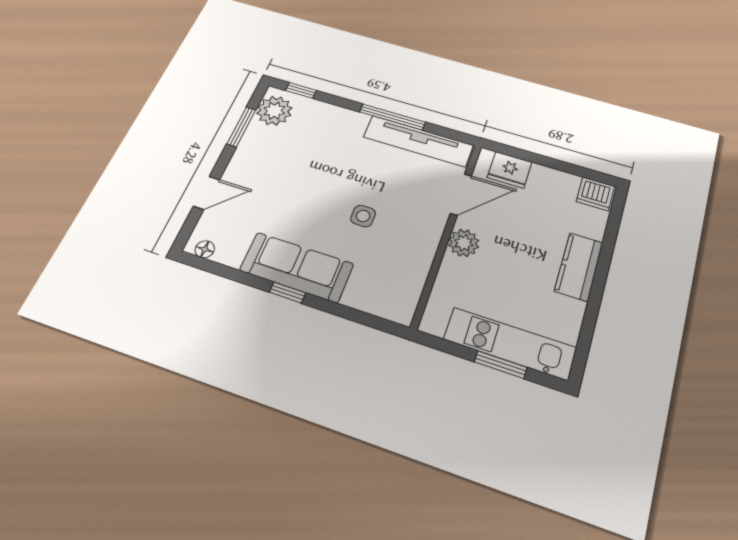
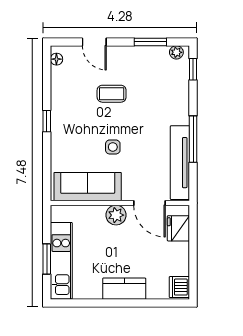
plant: (274, 111) -> (176, 52), width x0.53, depth x0.53
coffee table: (288, 194) -> (112, 94), added
sofa: (297, 267) -> (88, 187), moved, turned -90

